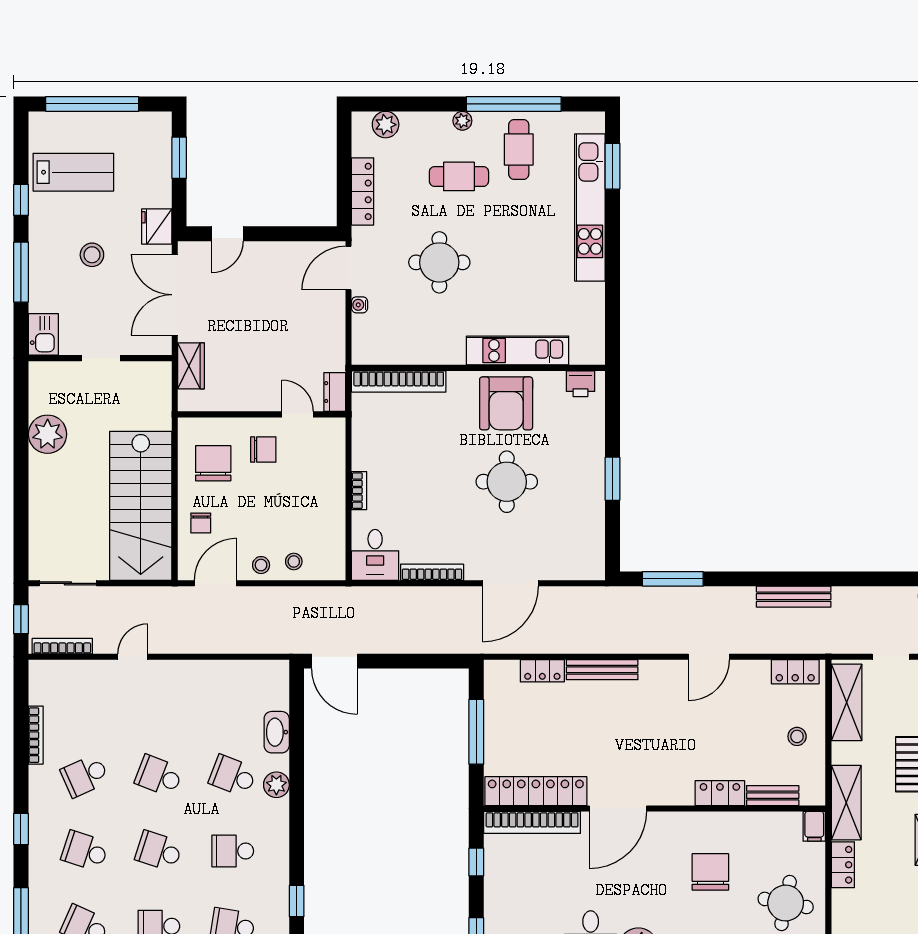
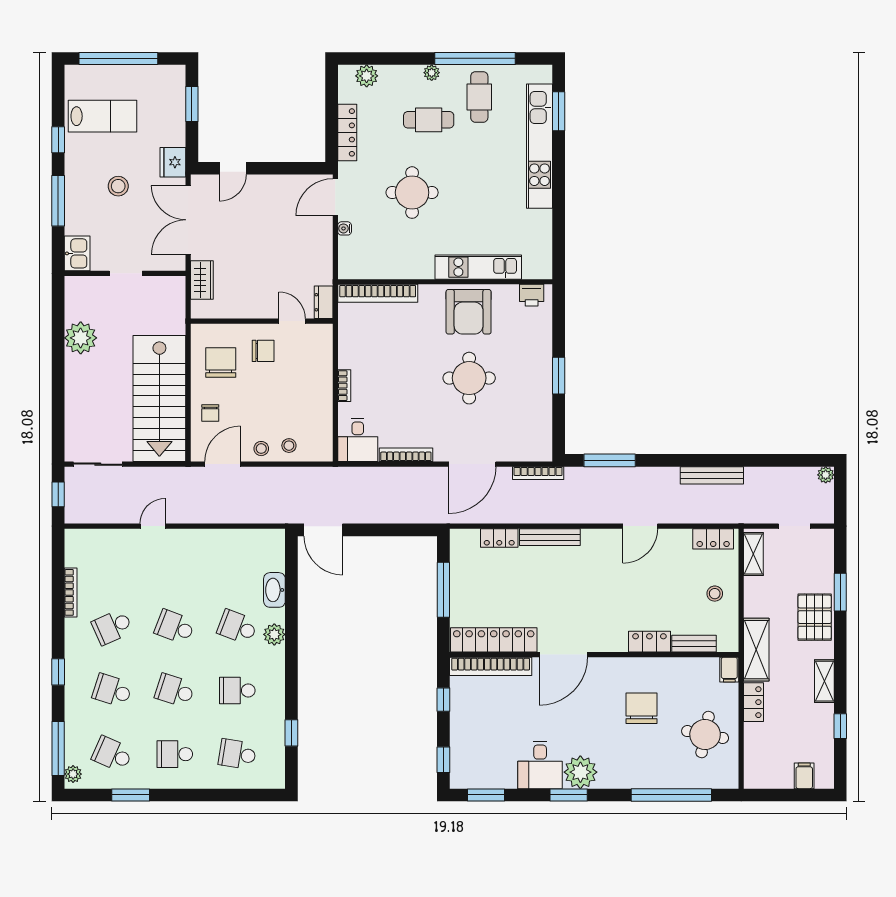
bookcase: (62, 646) -> (538, 473), moved, turned 180
shelving: (847, 702) -> (753, 554), width x0.67, depth x0.75

